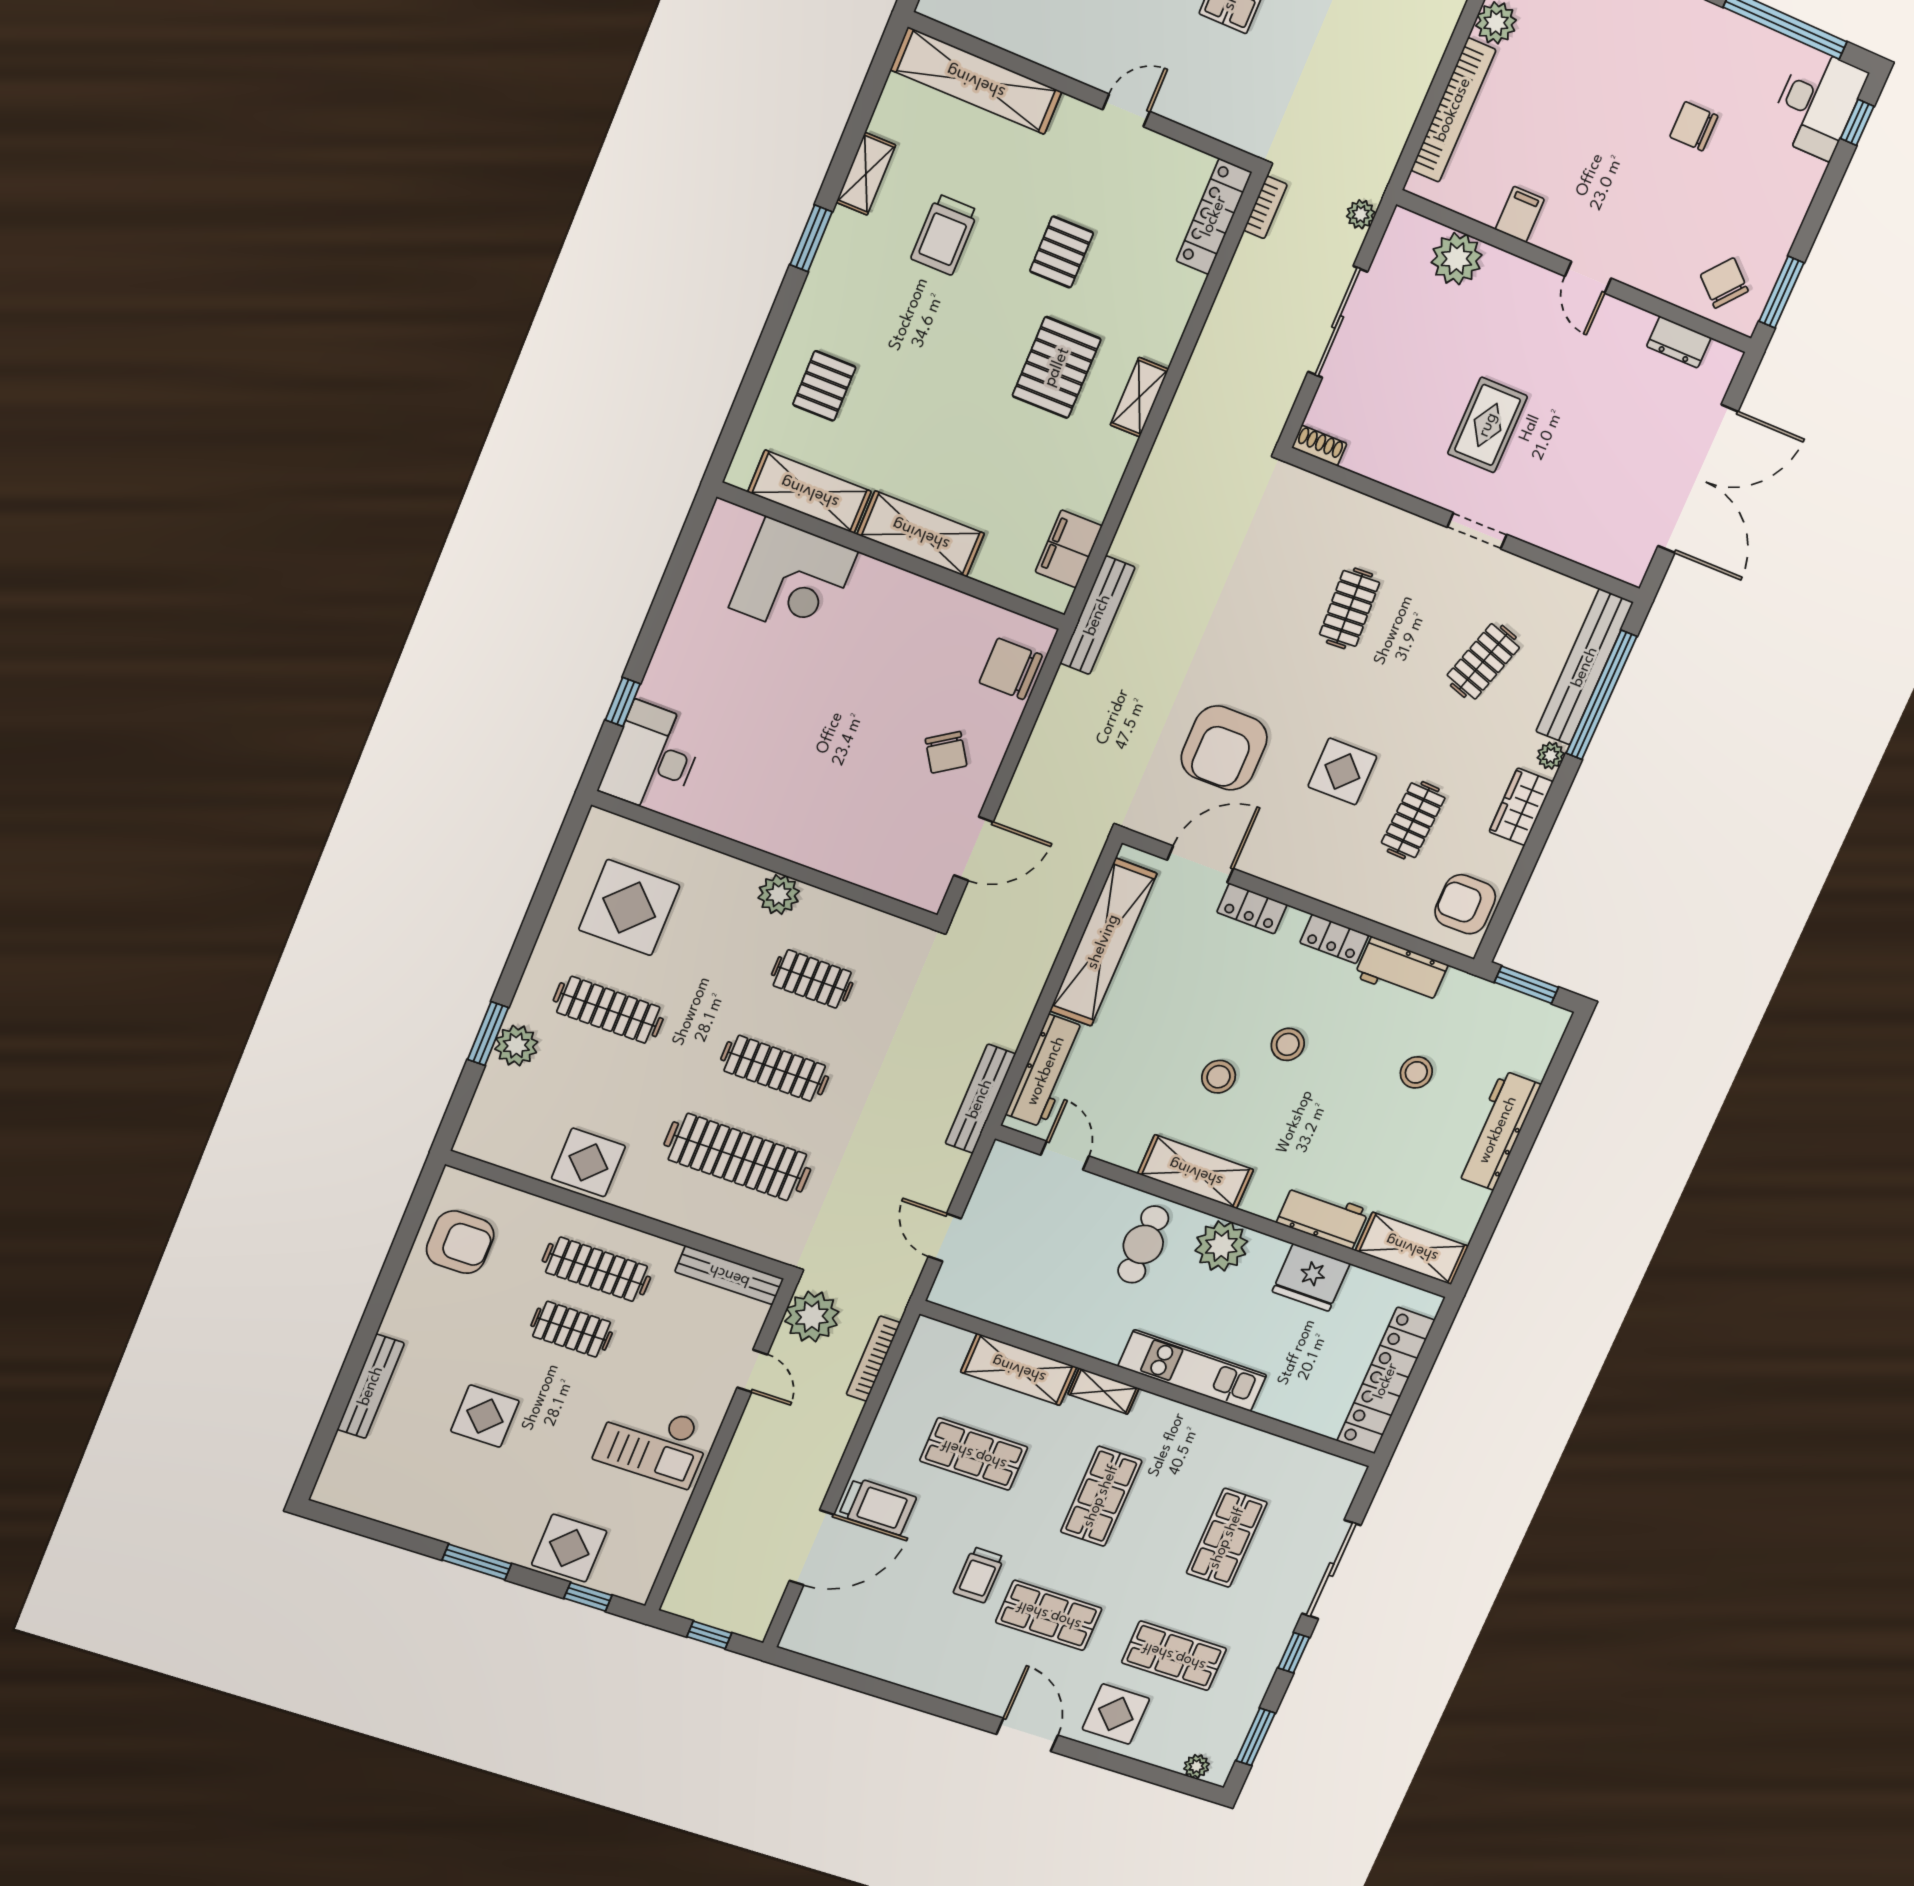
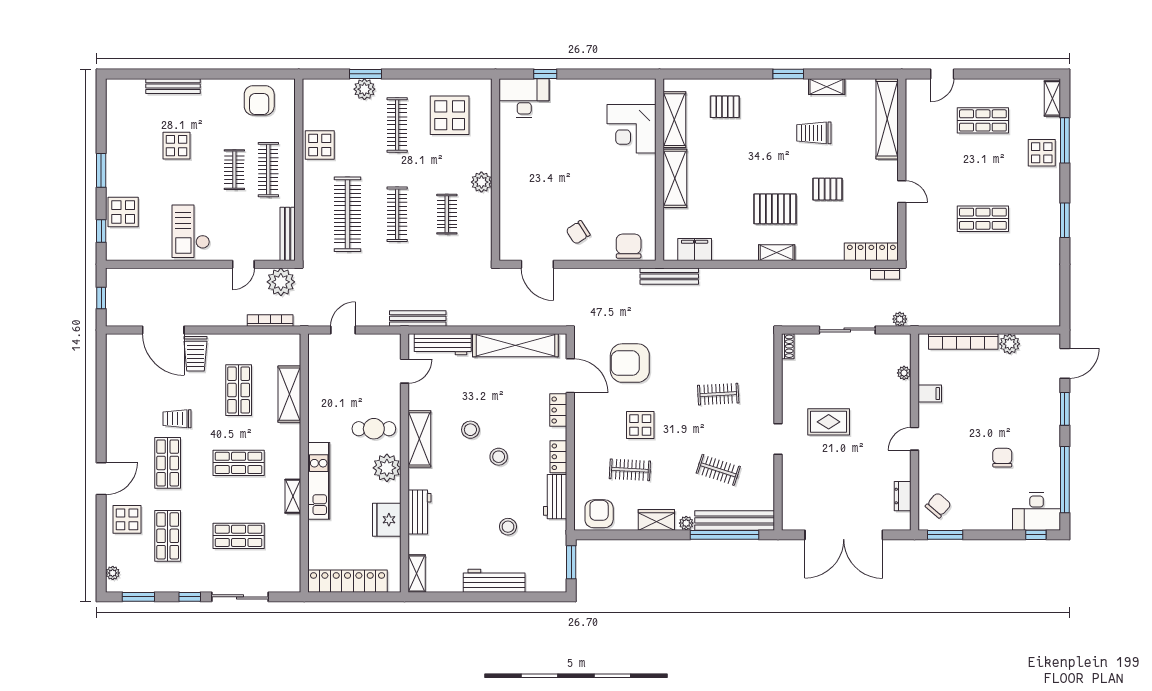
plant: (1457, 259) -> (904, 373), width x0.53, depth x0.53
shelving: (1412, 1248) -> (417, 573), width x0.67, depth x0.75
shelving: (1104, 1391) -> (293, 496), moved

